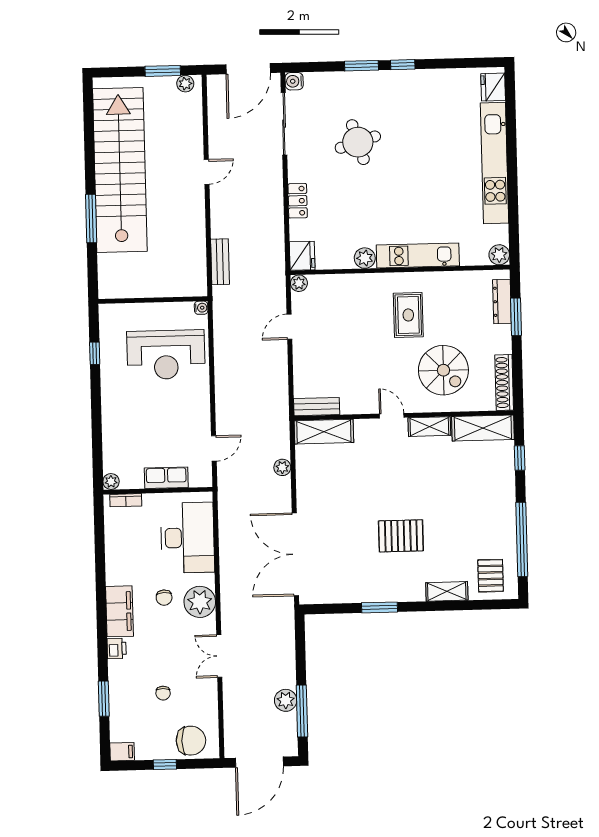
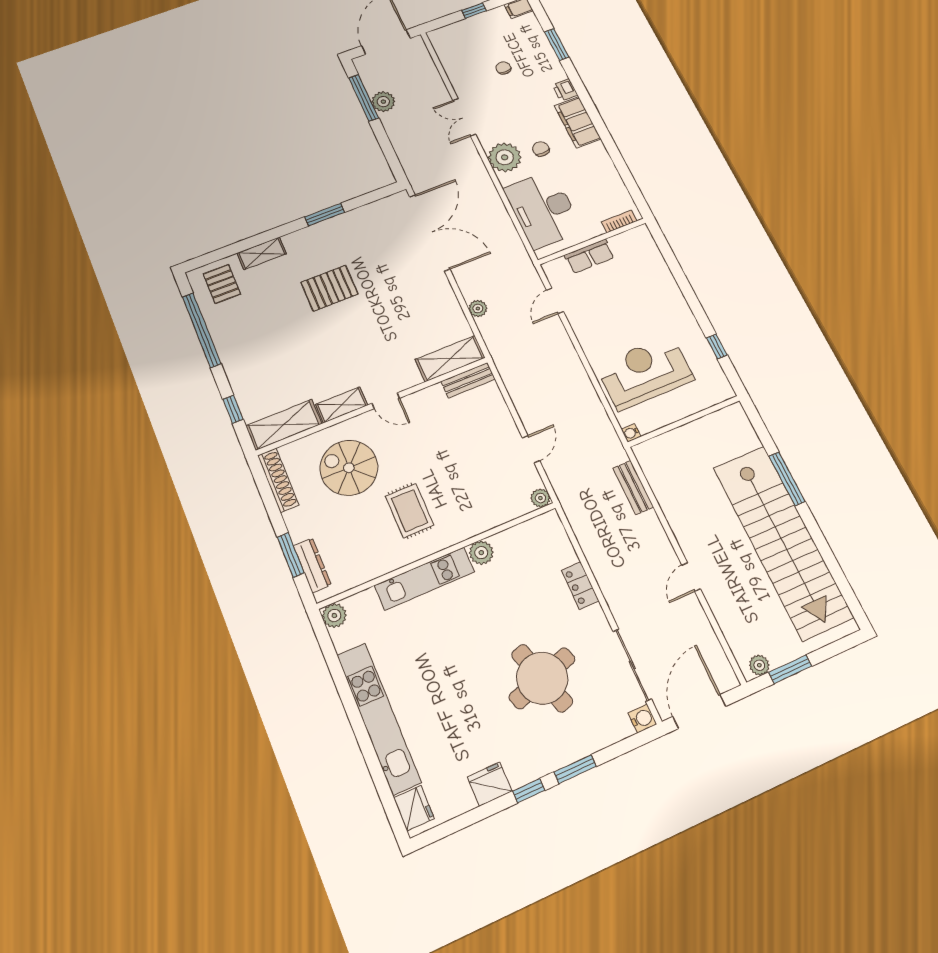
round table: (358, 142) -> (542, 678), width x1.36, depth x1.36
fridge: (302, 256) -> (490, 784), moved, turned 90
plant: (111, 481) -> (642, 233), removed
double door: (219, 656) -> (464, 117), swing flipped
chair: (191, 741) -> (459, 38), removed

